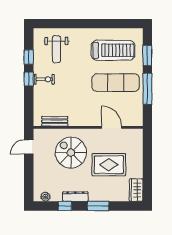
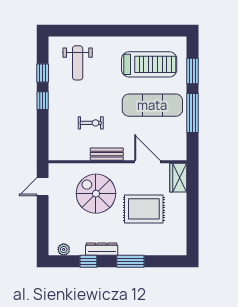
exercise bike: (44, 79) -> (91, 123), moved
bench: (55, 121) -> (107, 154), moved
wardrobe: (136, 190) -> (178, 178), moved

